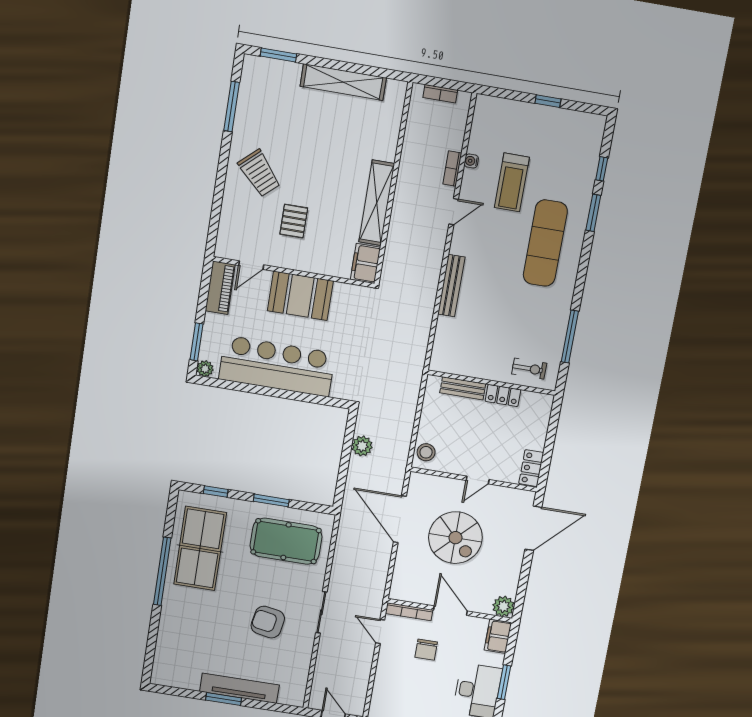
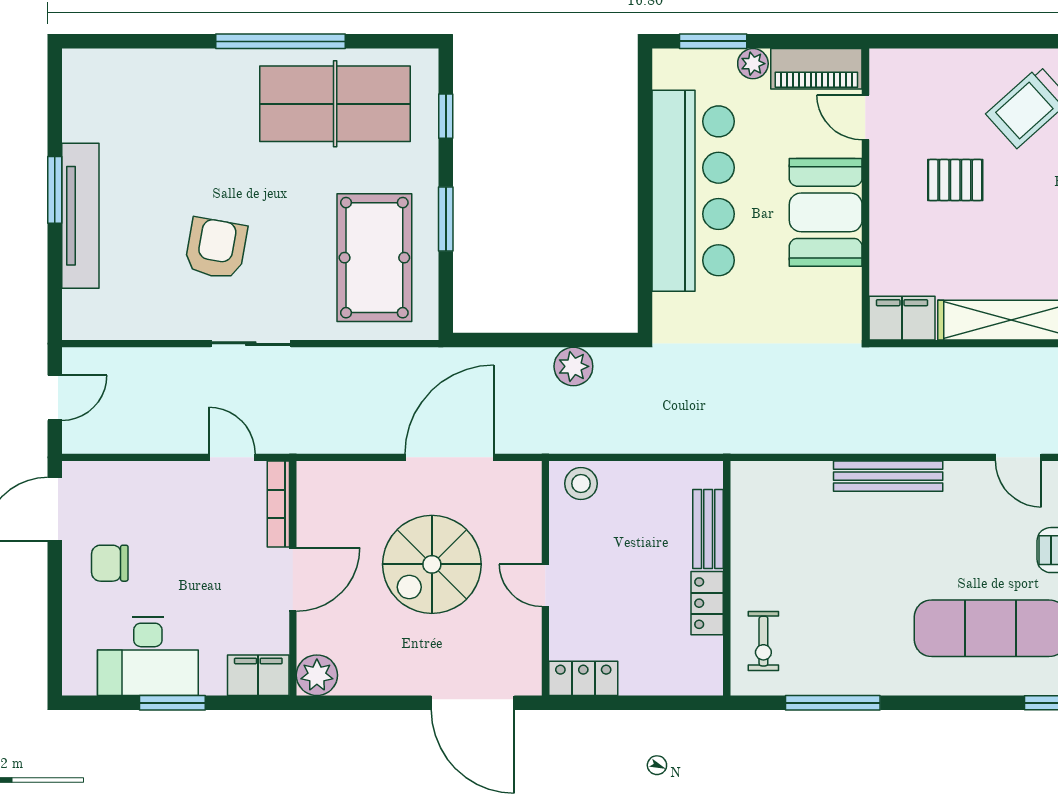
plant: (205, 369) -> (753, 64), moved
door: (380, 632) -> (232, 457), hinge flipped
chair: (426, 650) -> (110, 563), moved

